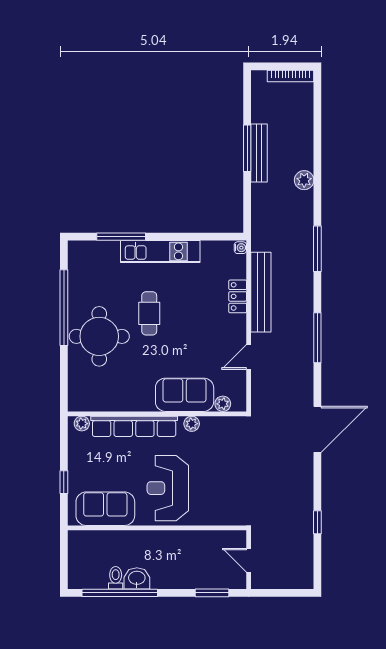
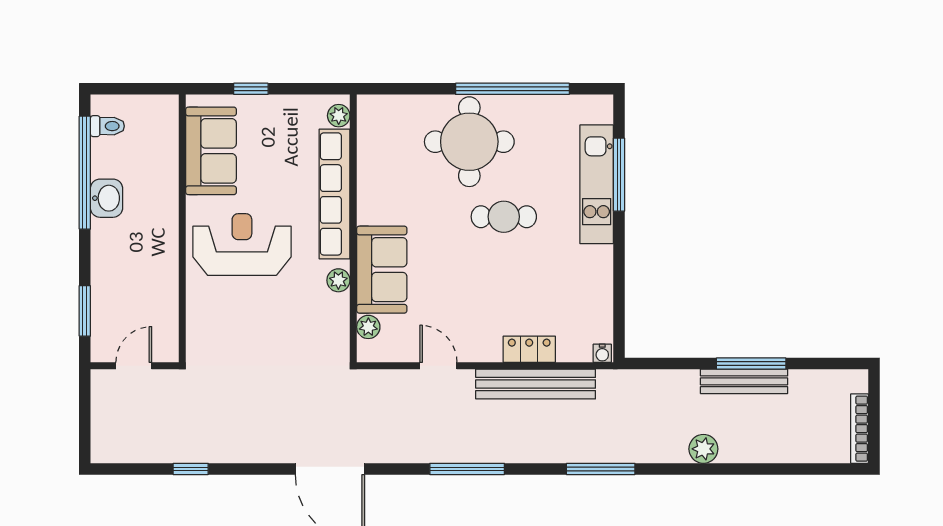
kitchen unit: (160, 251) -> (597, 184), moved
toilet: (116, 578) -> (107, 126), moved

